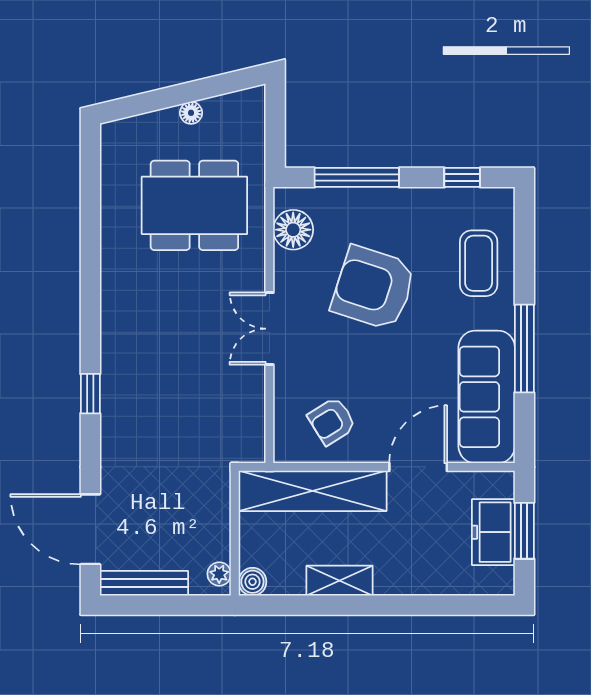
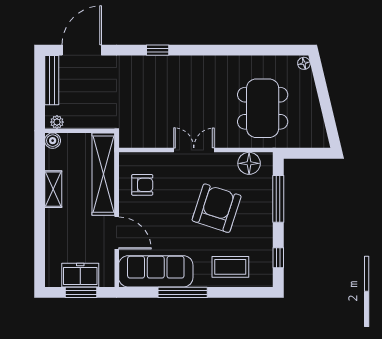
floor lamp: (191, 113) -> (304, 63), moved
armchair: (332, 421) -> (142, 185), turned 122

